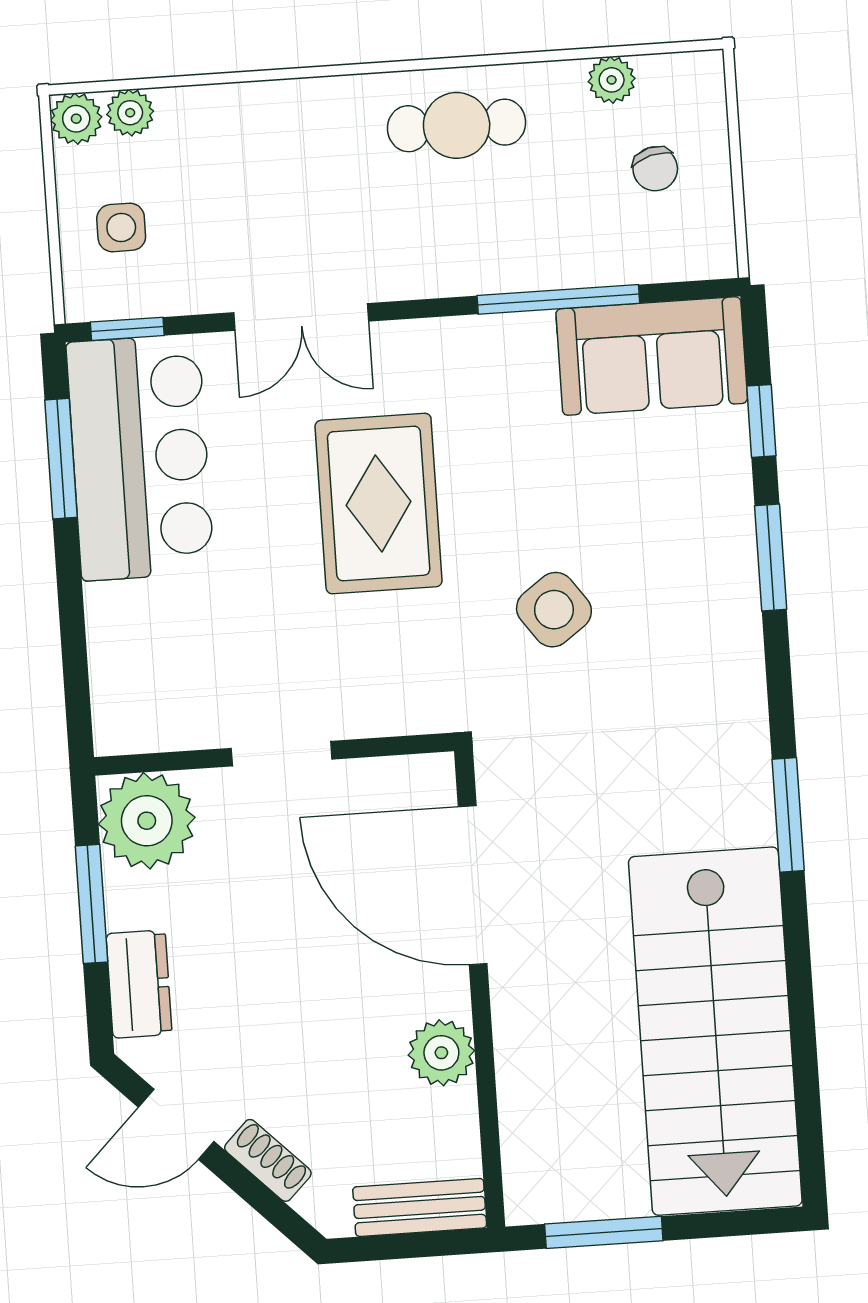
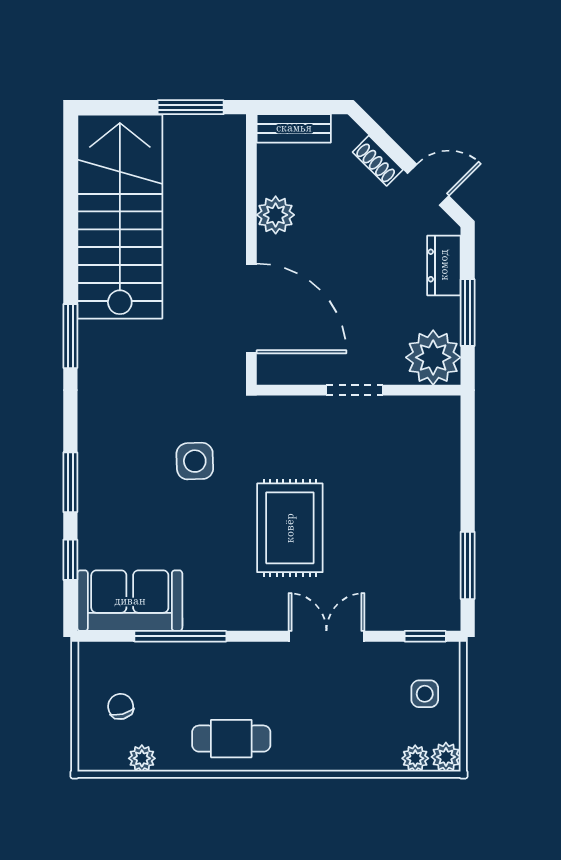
bar counter: (140, 457) -> (423, 563), removed
side table: (554, 610) -> (195, 461), turned 34

